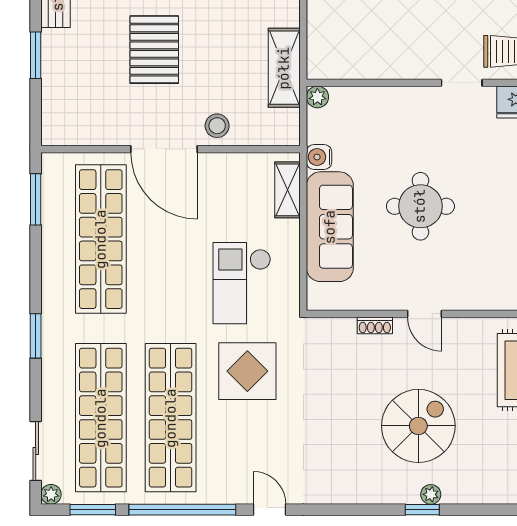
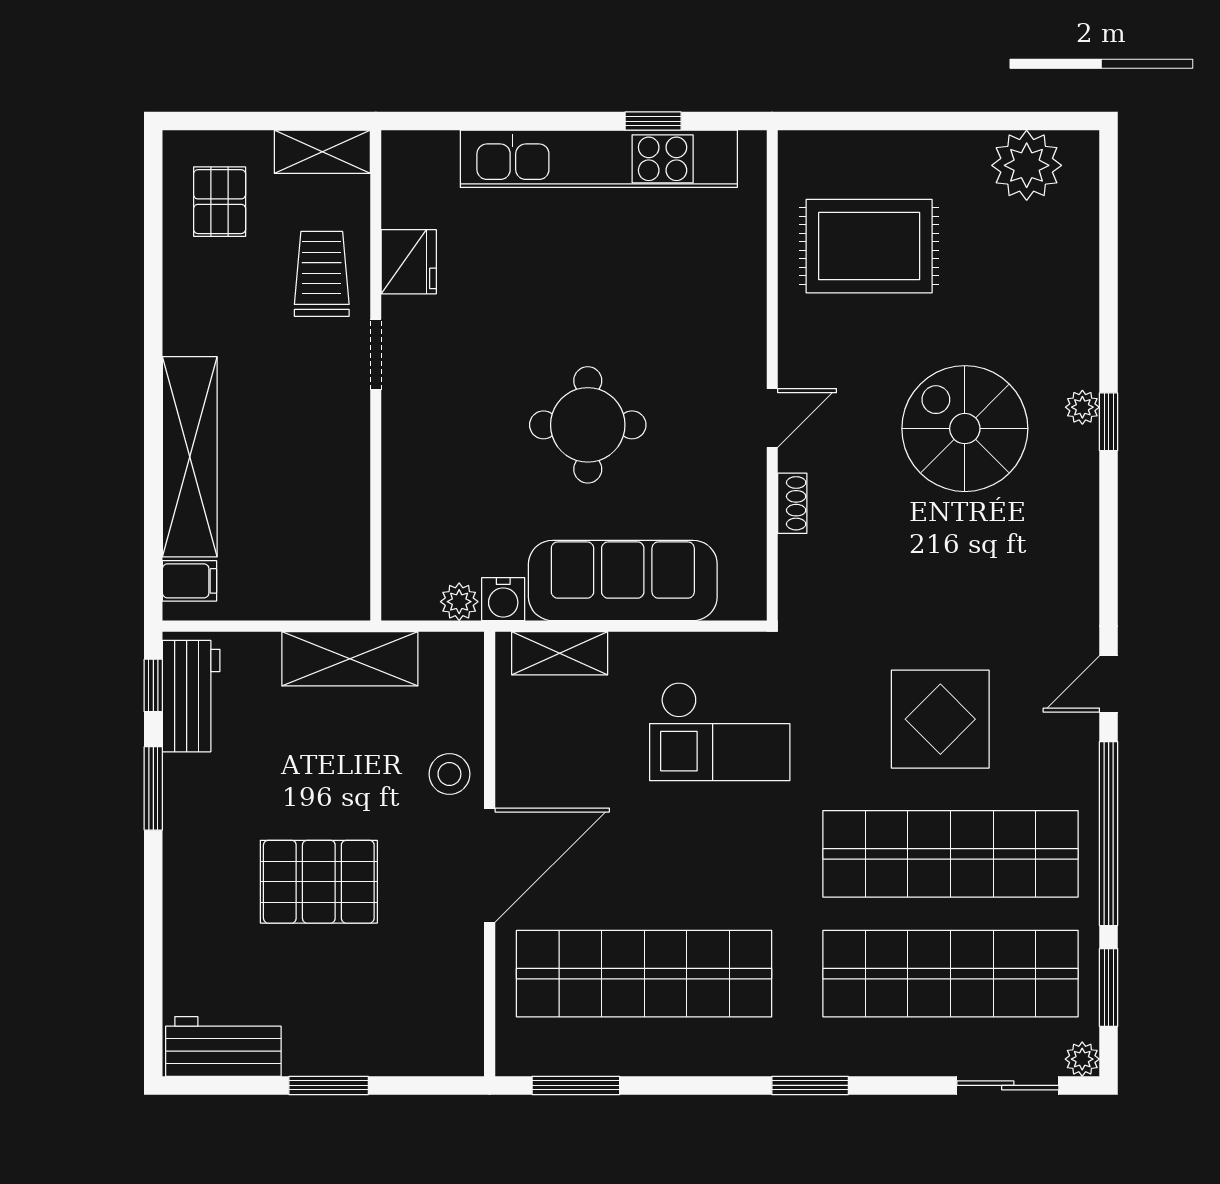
plant: (317, 97) -> (459, 602), moved
display table: (247, 371) -> (940, 719), moved

